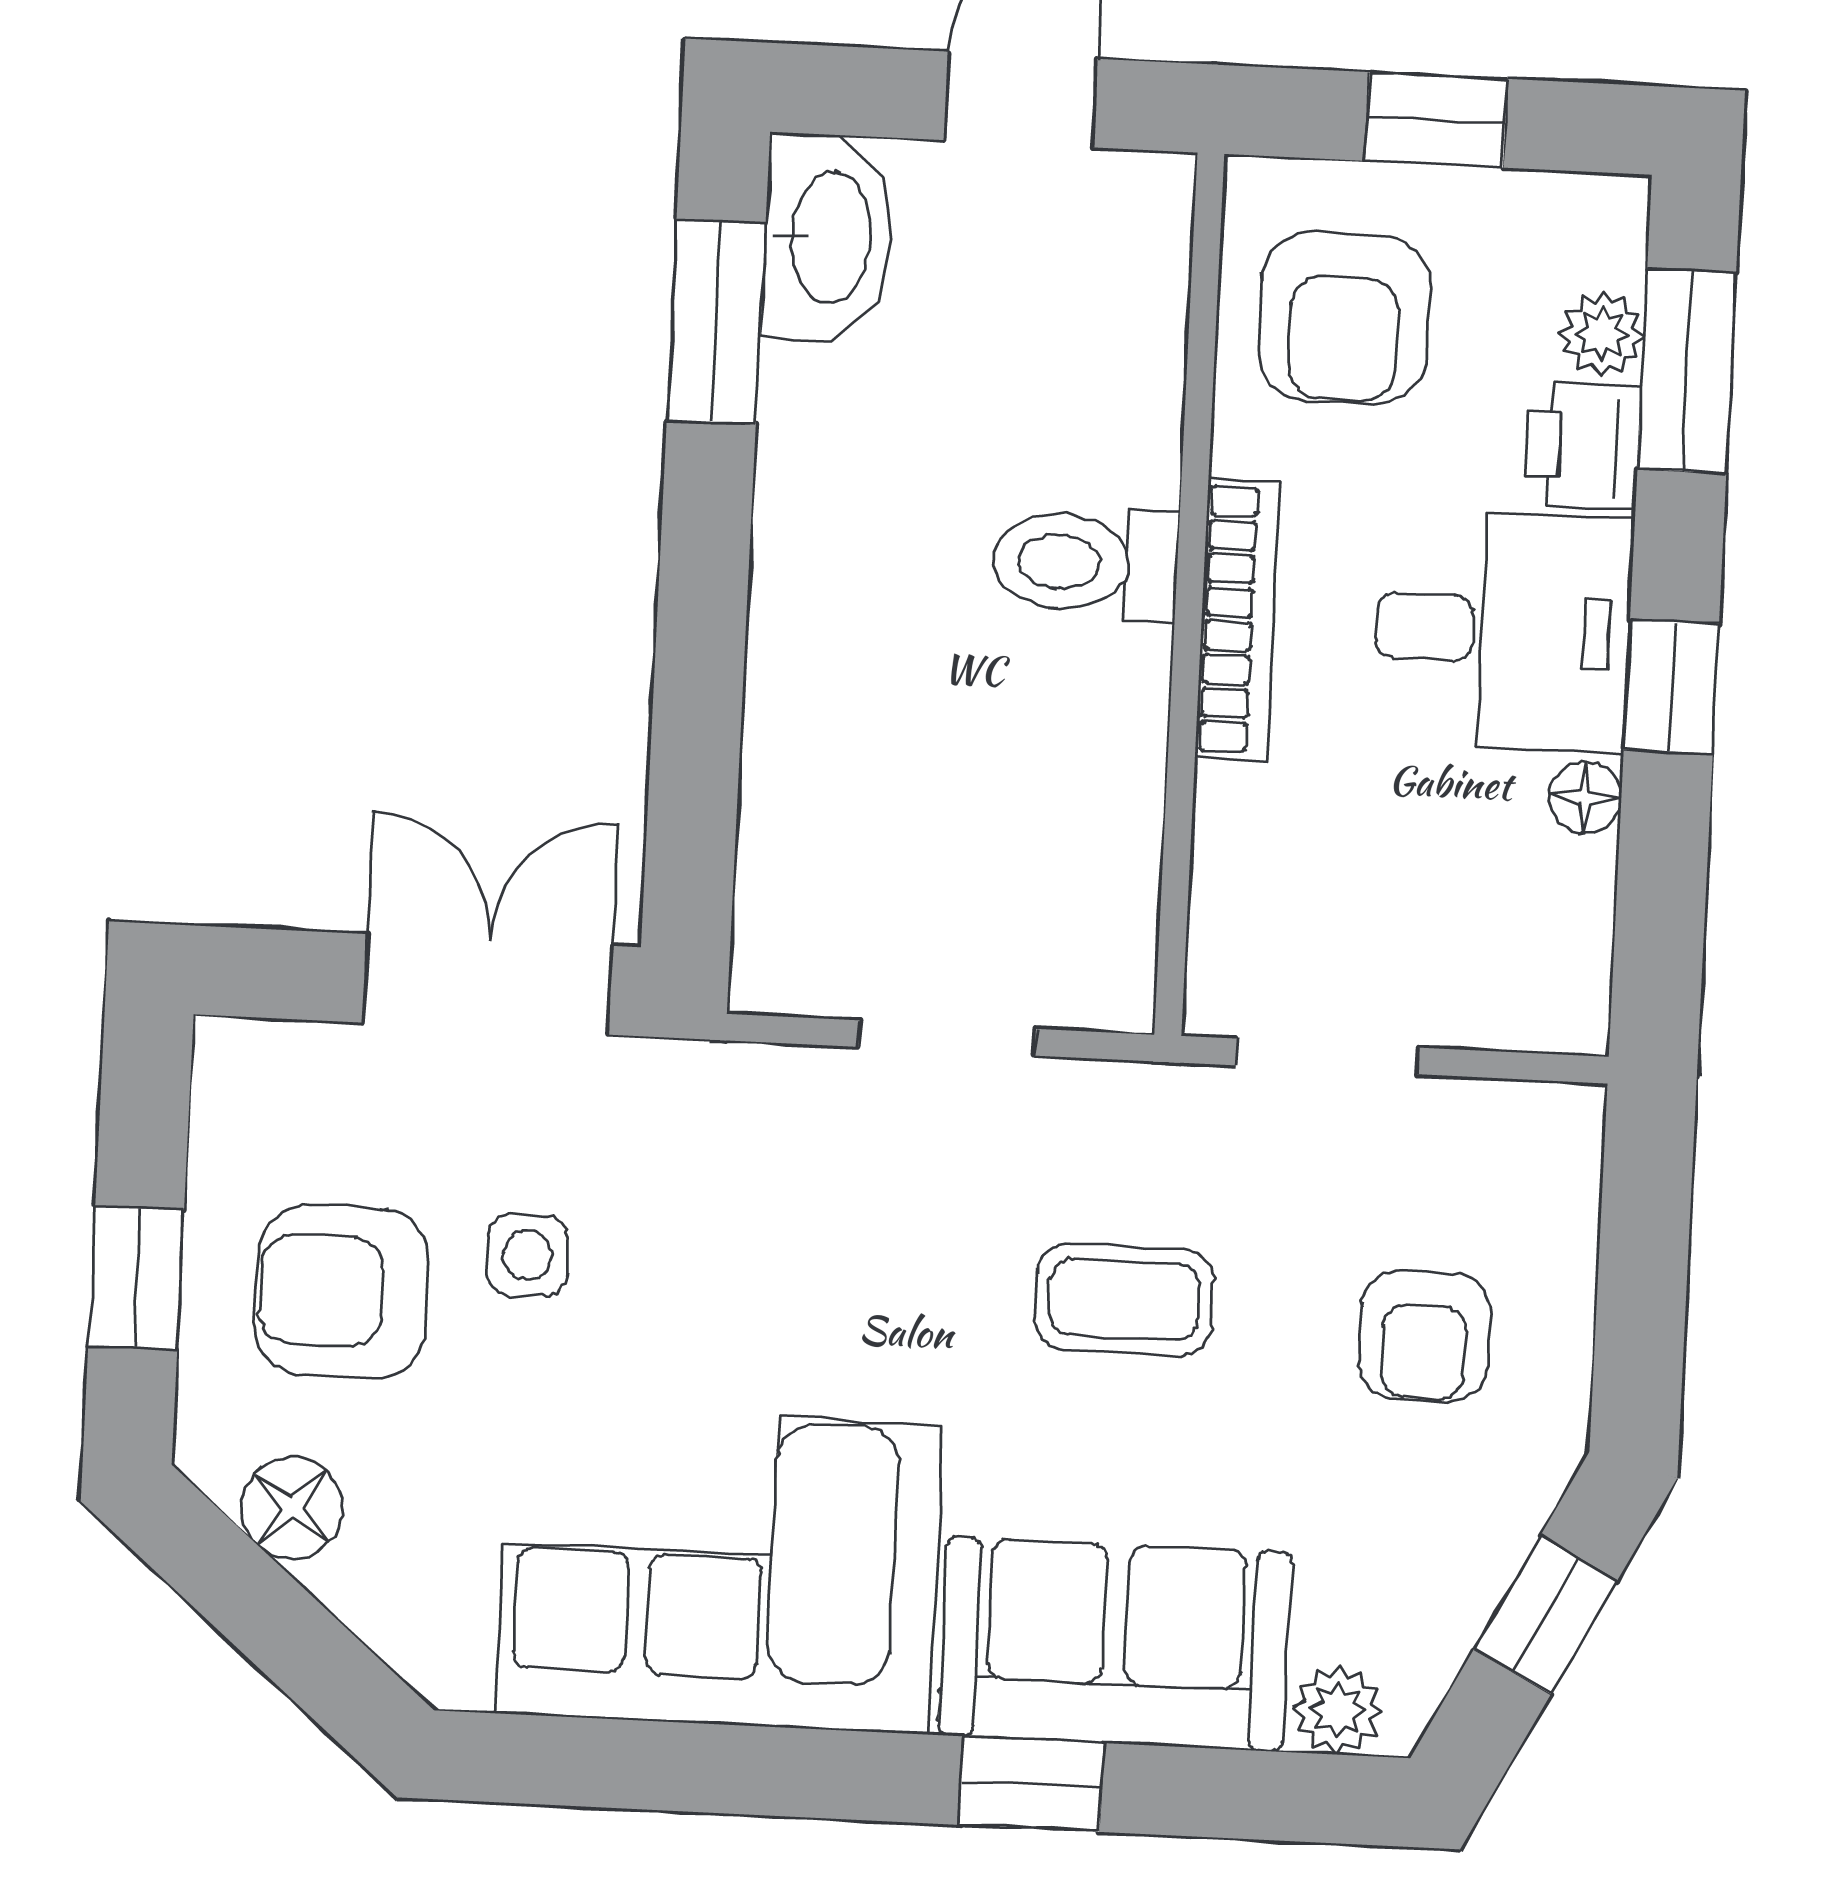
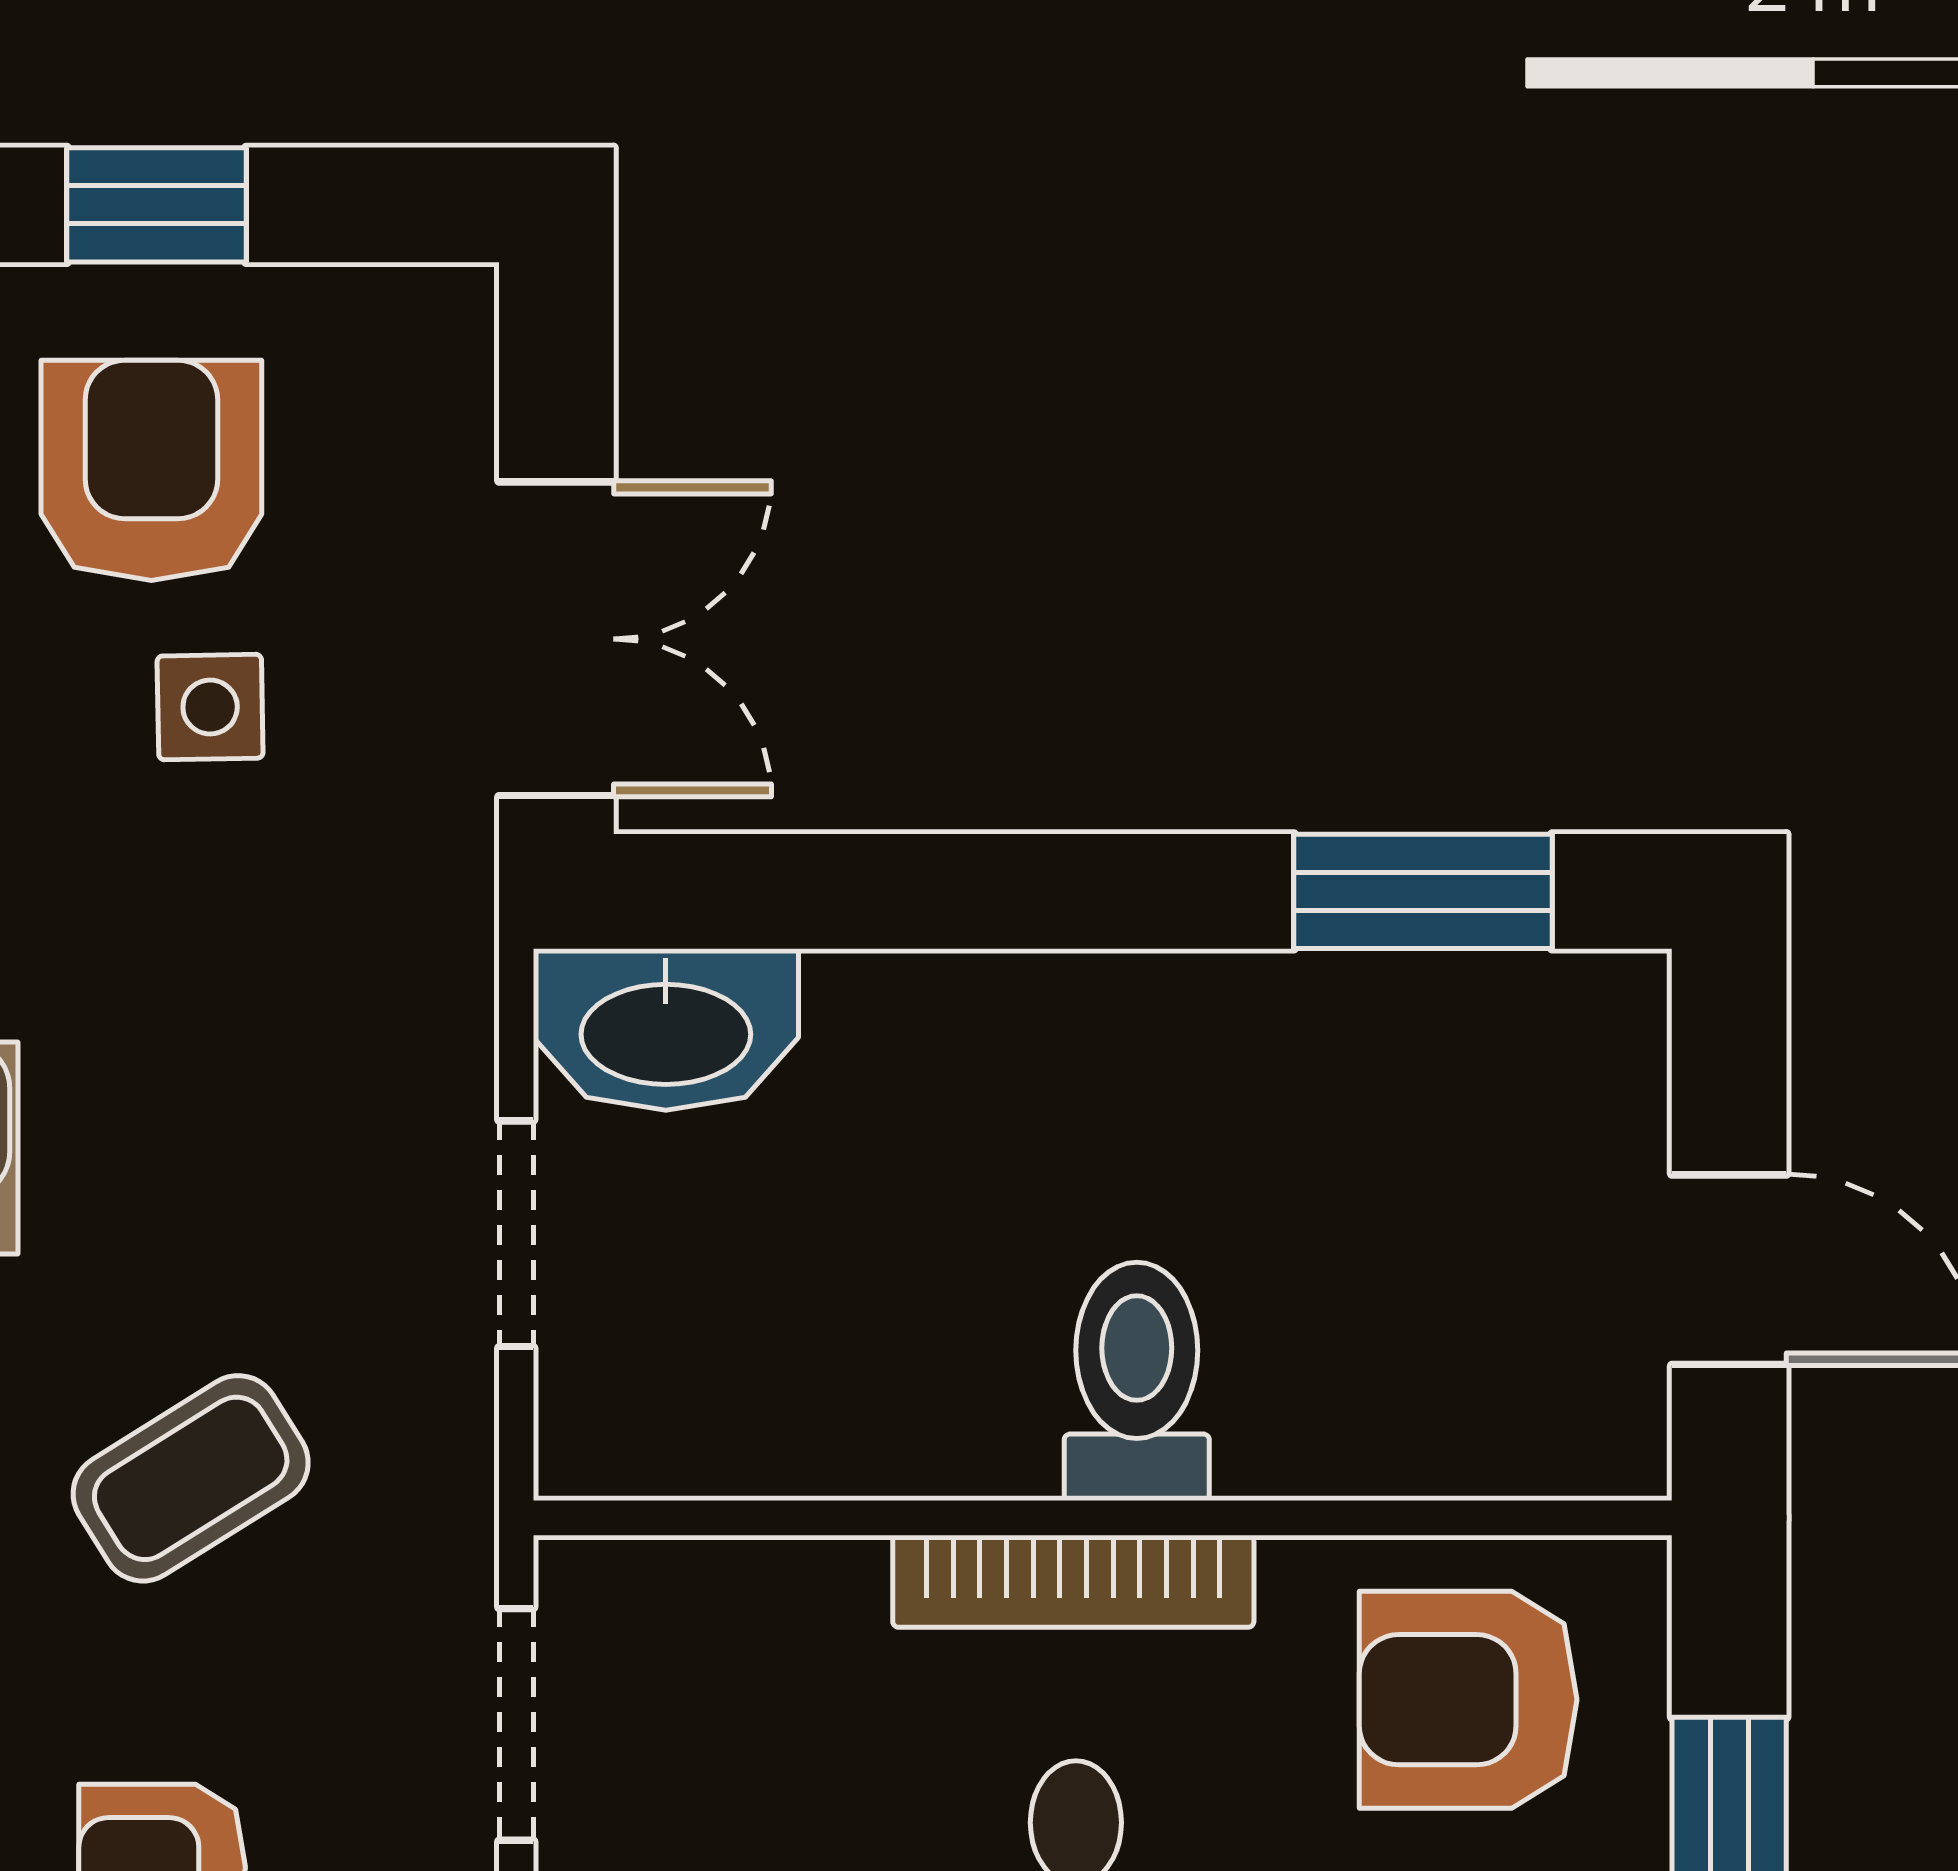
washbasin: (828, 237) -> (666, 1030), moved
coffee table: (1124, 1299) -> (191, 1478), turned 58

